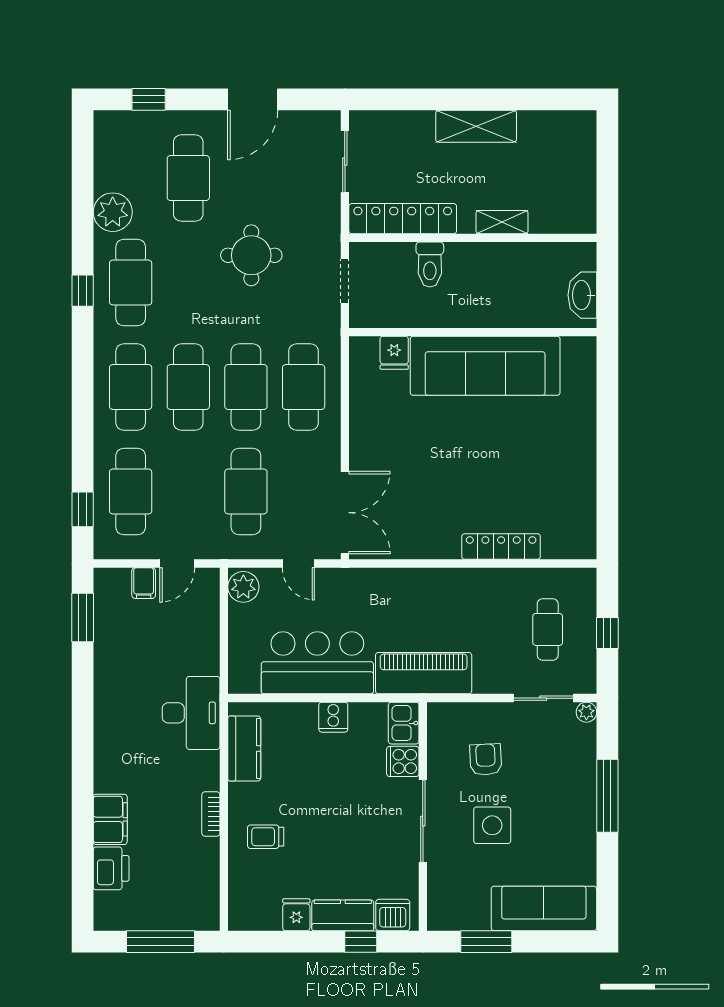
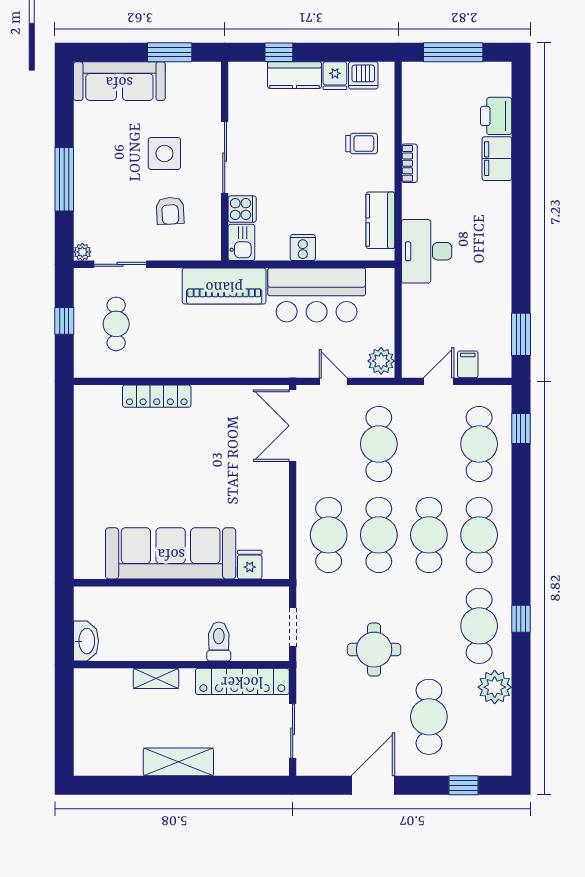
washbasin: (582, 295) -> (86, 641), moved
dishwasher: (393, 915) -> (363, 75), moved

